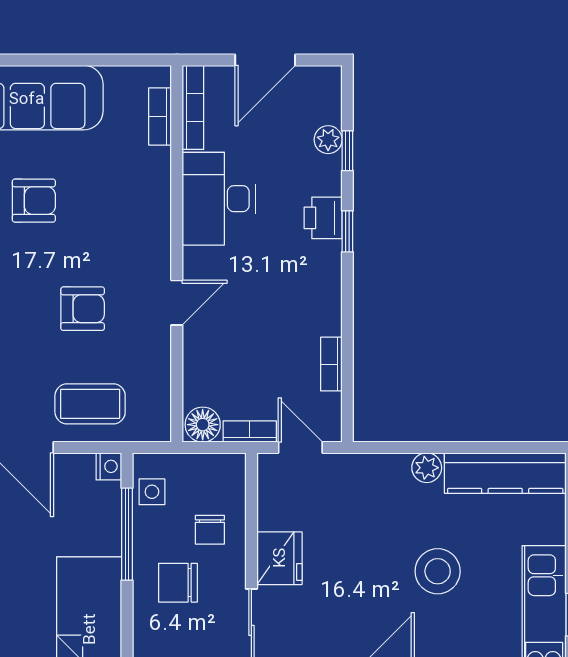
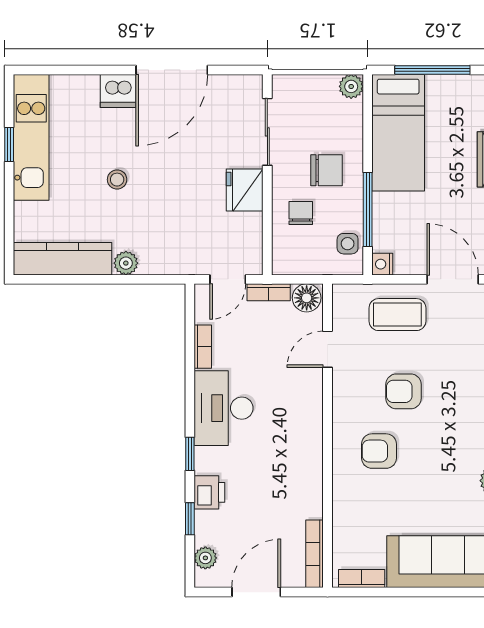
bookcase: (160, 117) -> (362, 579), moved, turned -90
plant: (328, 140) -> (205, 558), moved
desk: (219, 199) -> (224, 408), moved, turned 180
armchair: (34, 201) -> (379, 451), moved
printer: (323, 218) -> (209, 492), moved
door: (177, 303) -> (327, 349), moved
door: (300, 447) -> (228, 279), hinge flipped
stool: (438, 571) -> (117, 180), width x0.53, depth x0.53

